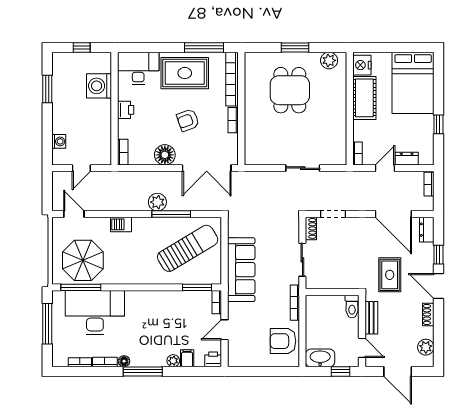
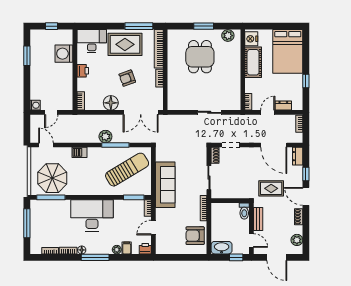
washing machine: (59, 141) -> (35, 105), moved
rug: (390, 275) -> (271, 188), turned 90
desk: (95, 313) -> (92, 215), moved

